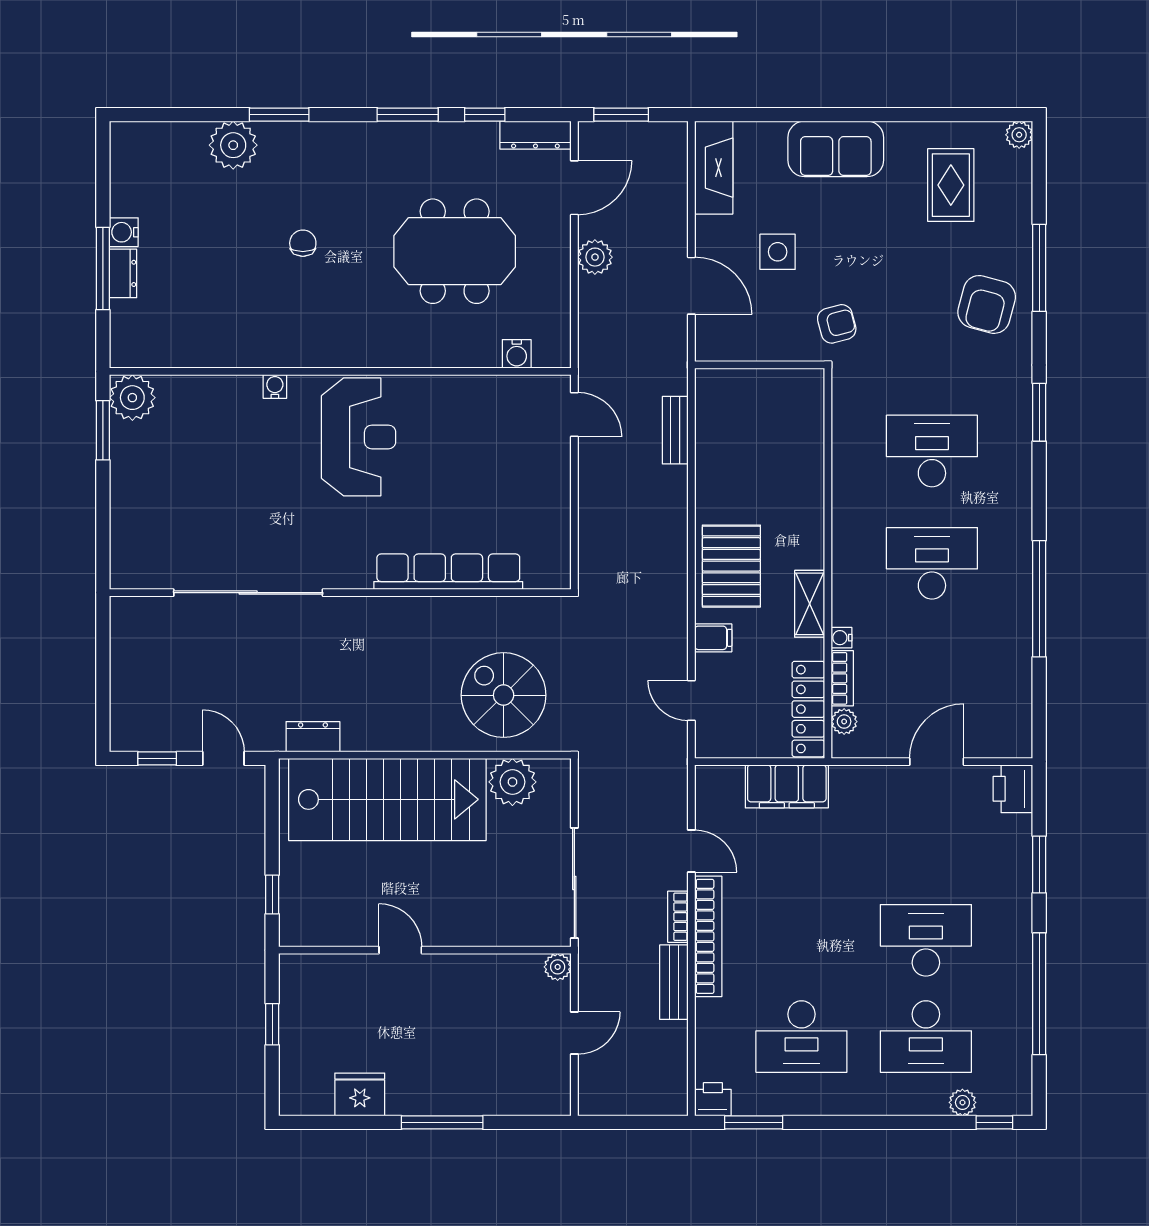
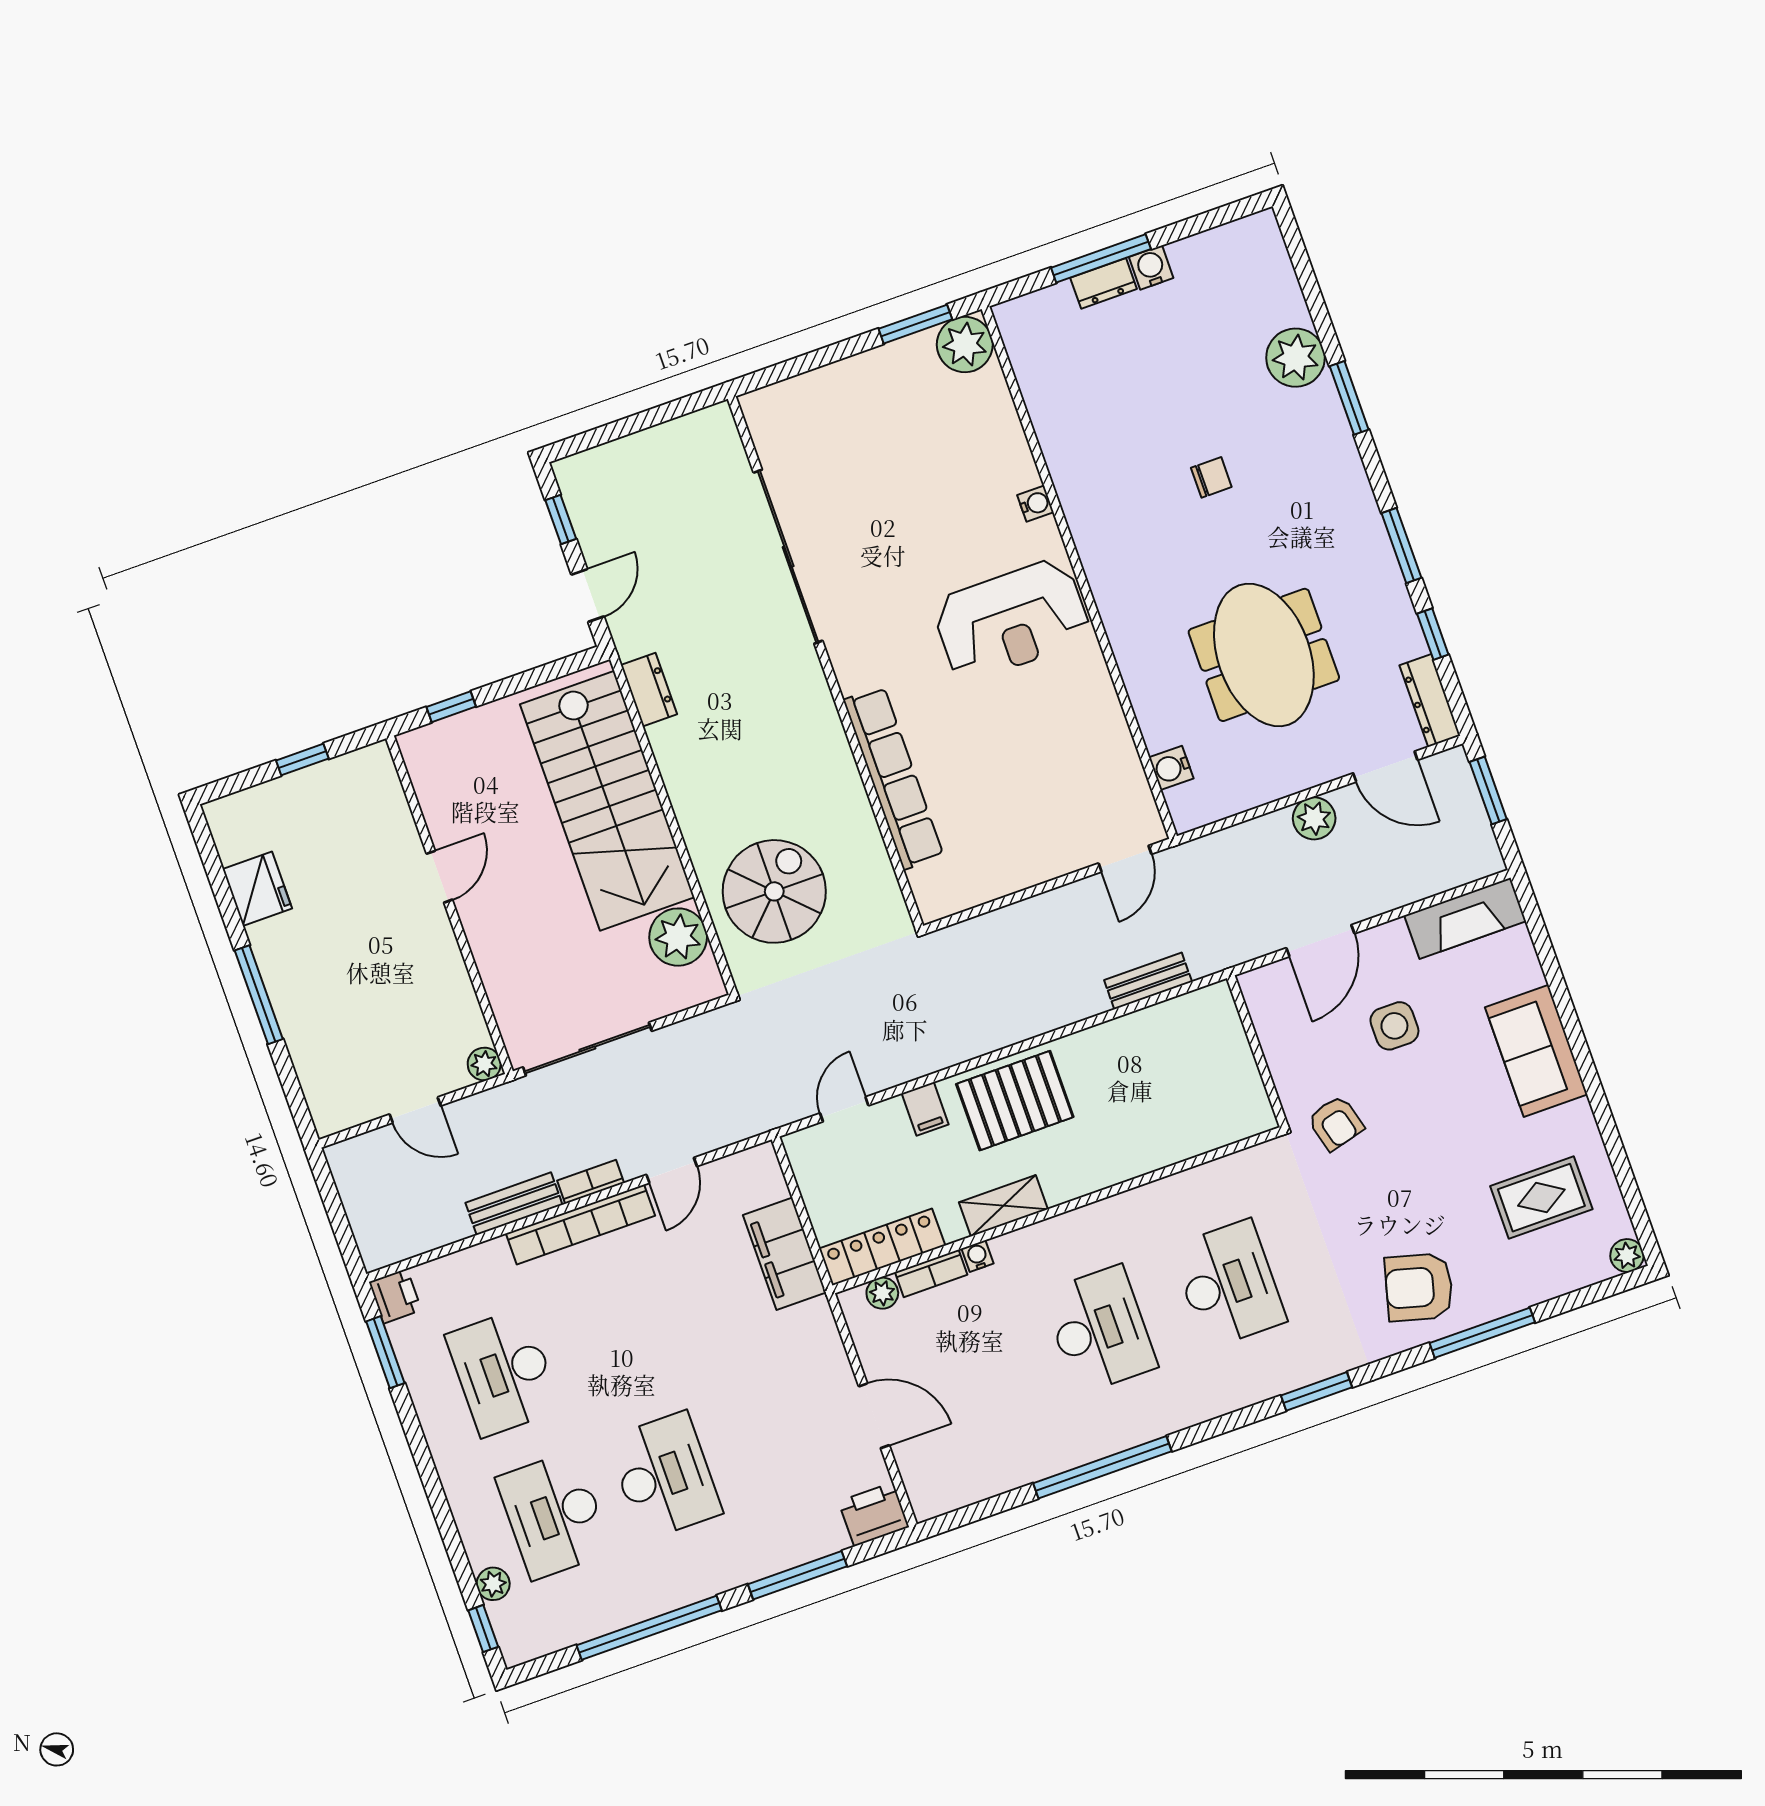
window: (1039, 865) -> (797, 1575), width x1.44

